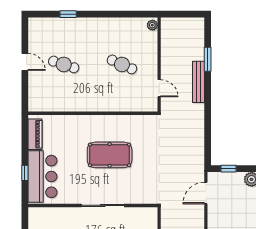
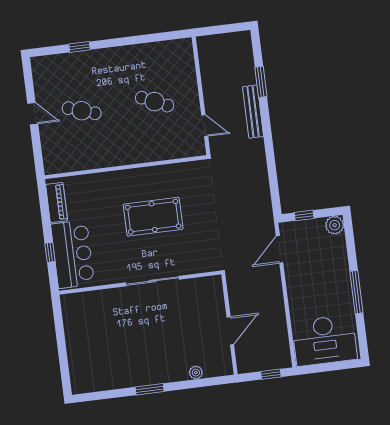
plant: (152, 25) -> (186, 48), removed

